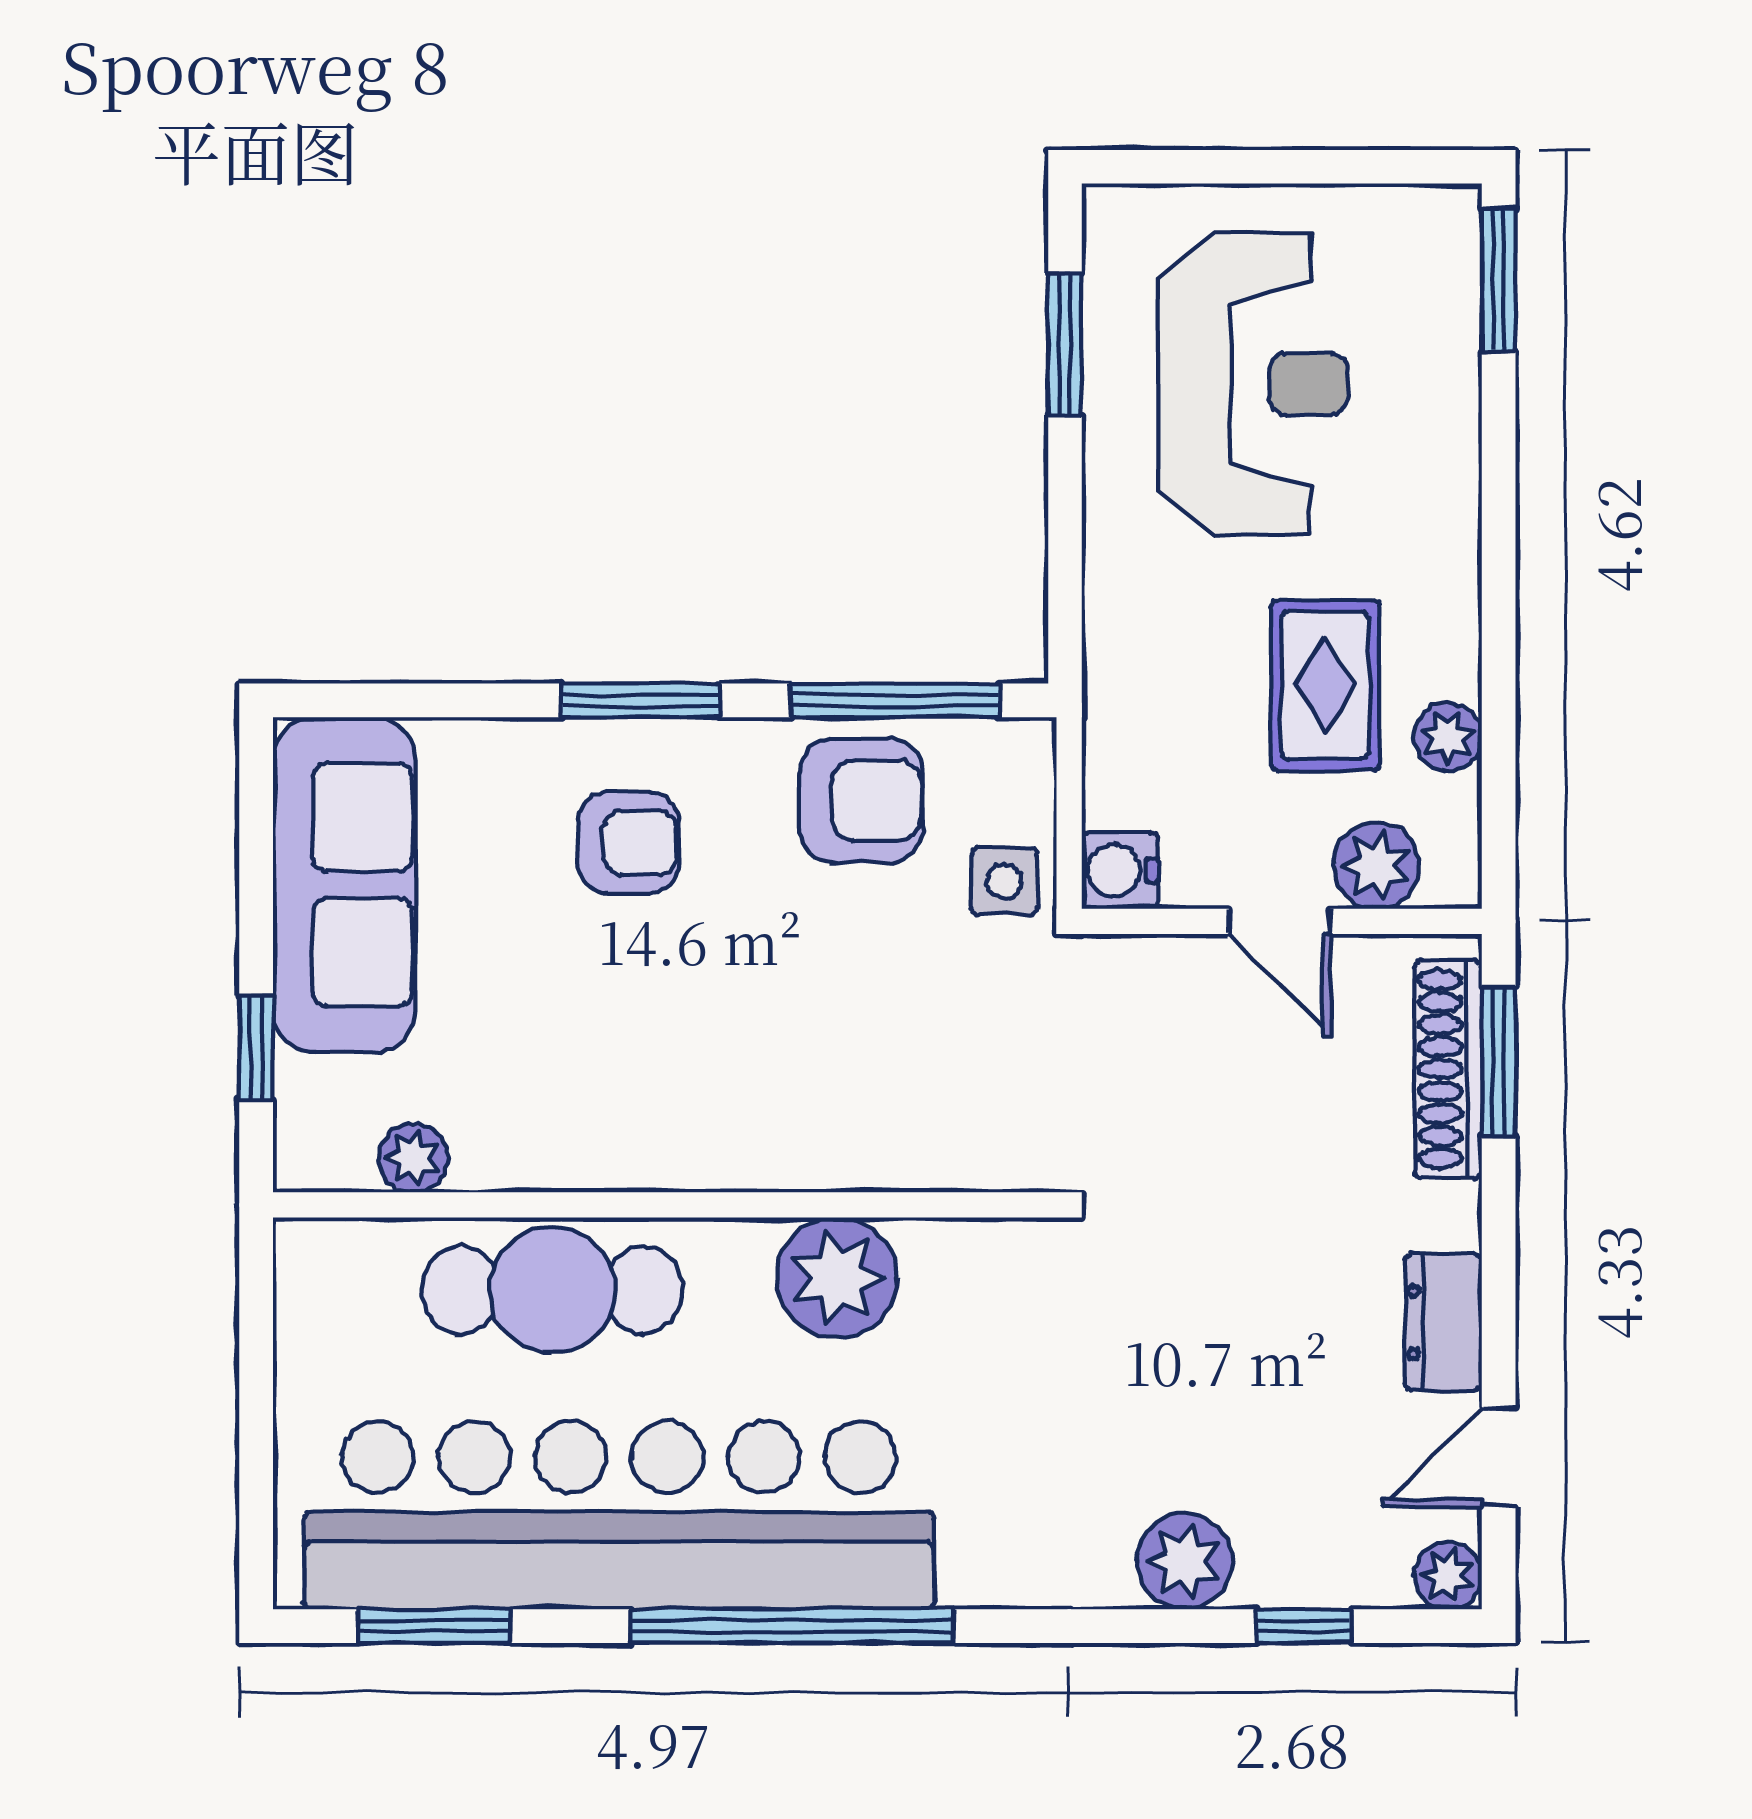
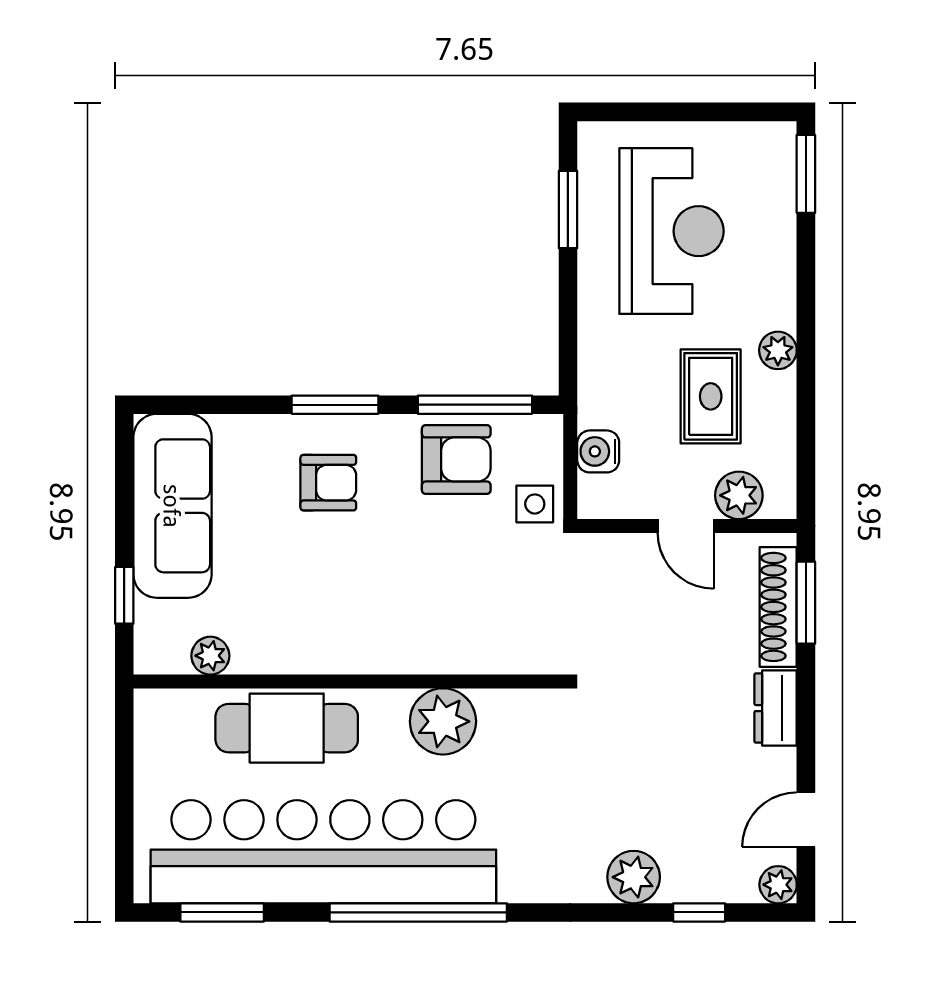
plant: (1448, 737) -> (778, 350), moved
water cooler: (1120, 871) -> (598, 451), moved
dresser: (1443, 1322) -> (776, 708), moved

